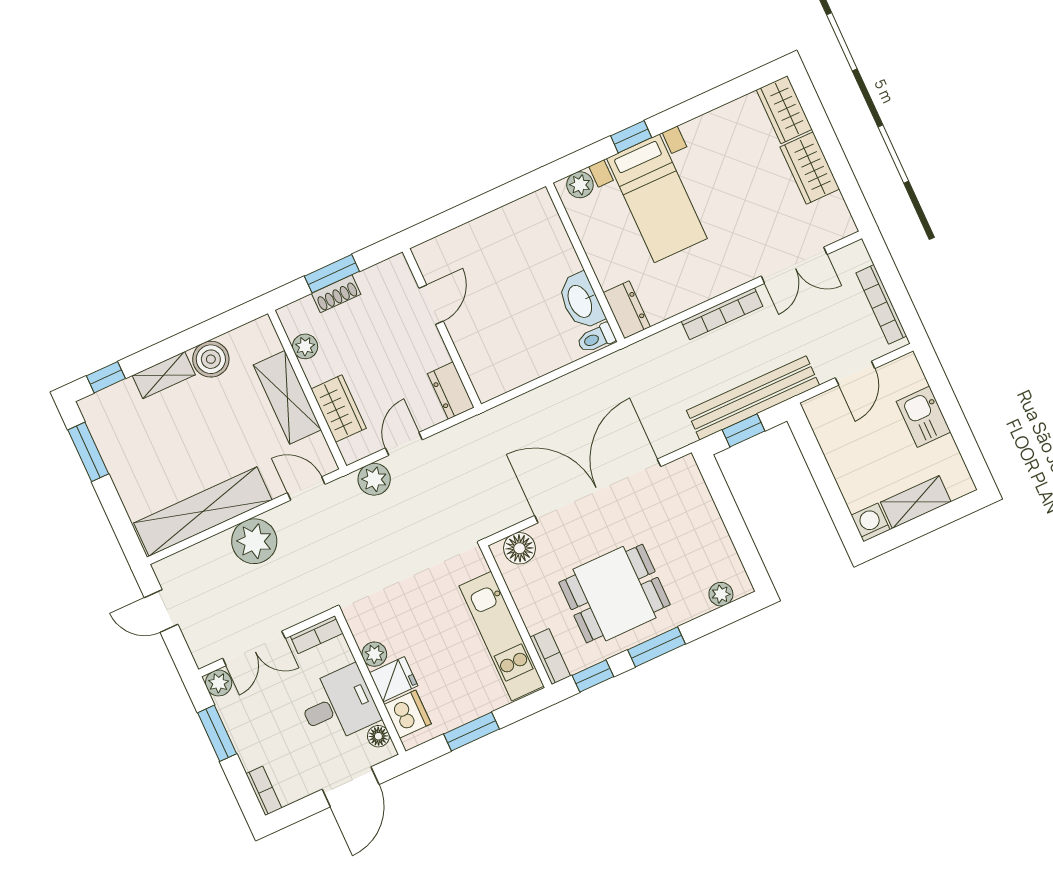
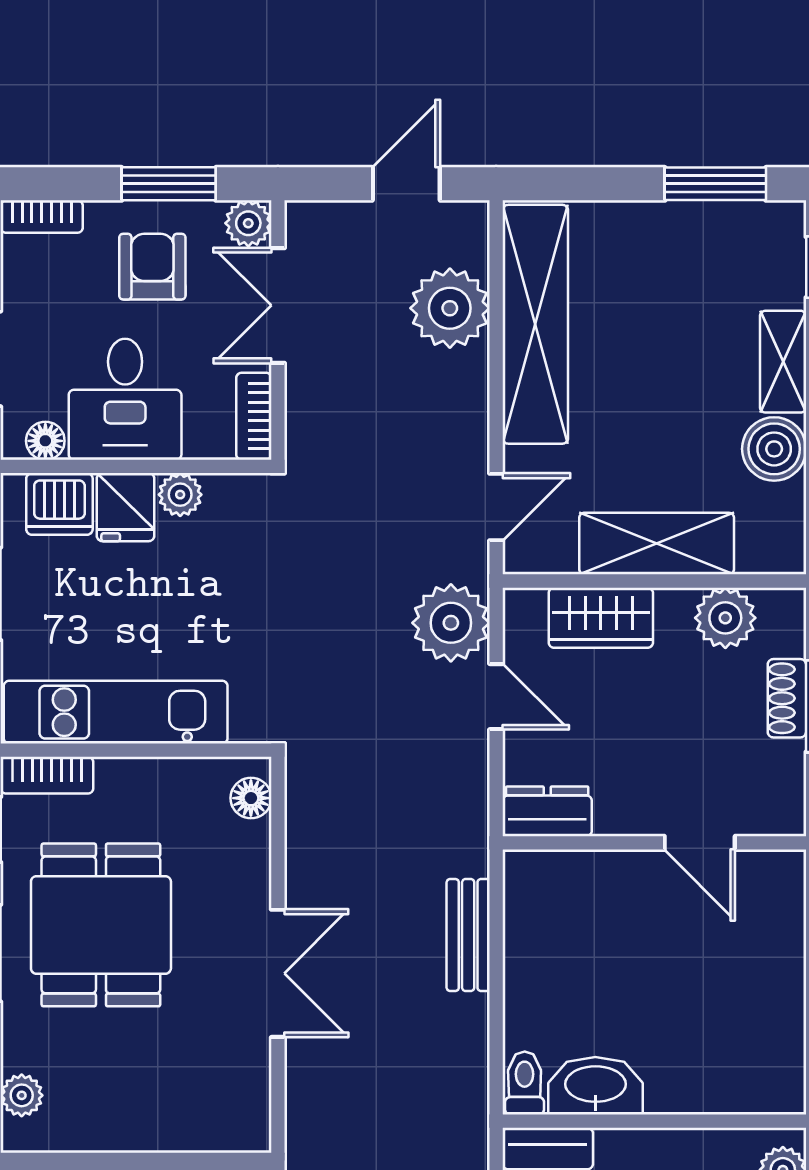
plant: (305, 346) -> (725, 618), width x1.38, depth x1.38
bench: (533, 402) -> (468, 935), added
plant: (374, 479) -> (451, 623), width x1.36, depth x1.36
double door: (598, 491) -> (278, 973), width x0.54
plant: (254, 541) -> (450, 308), moved
floor lamp: (519, 548) -> (251, 798), width x0.73, depth x0.73
armchair: (264, 722) -> (152, 267), added

